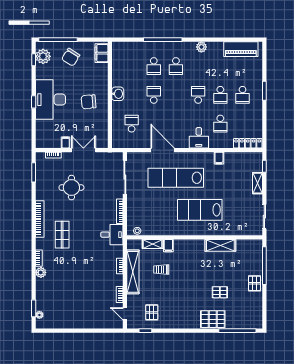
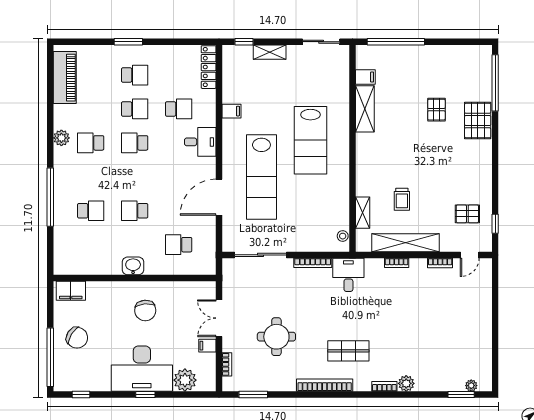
plant: (43, 56) -> (185, 380), moved
school desk: (176, 66) -> (91, 143), moved, turned 180
filing cabinet: (168, 246) -> (365, 77), moved
pallet: (255, 283) -> (423, 57), removed

